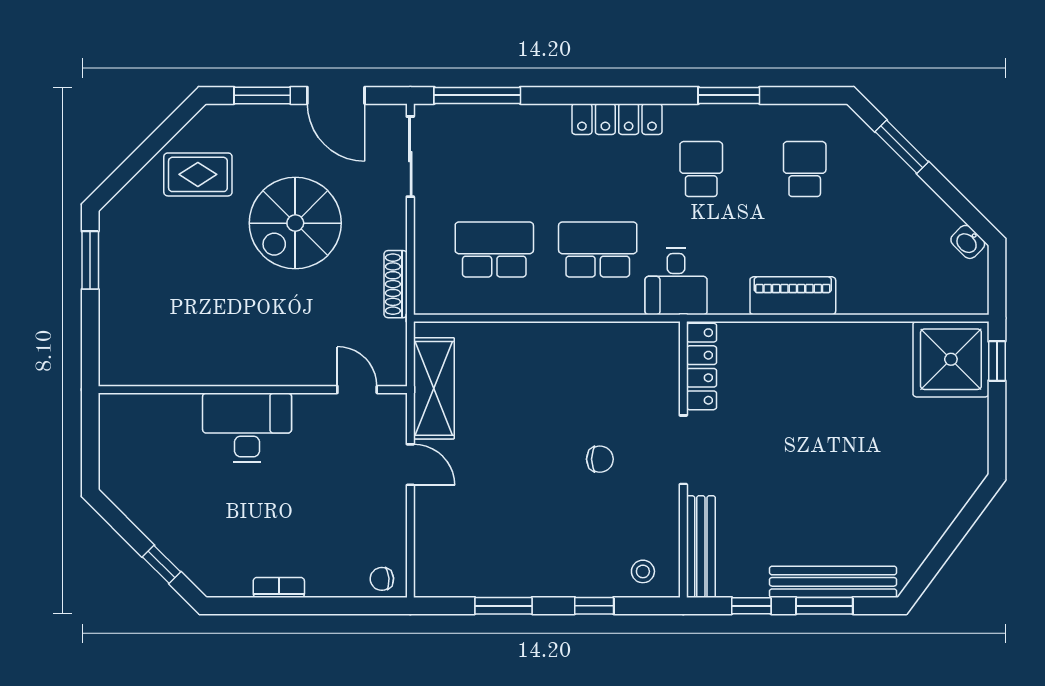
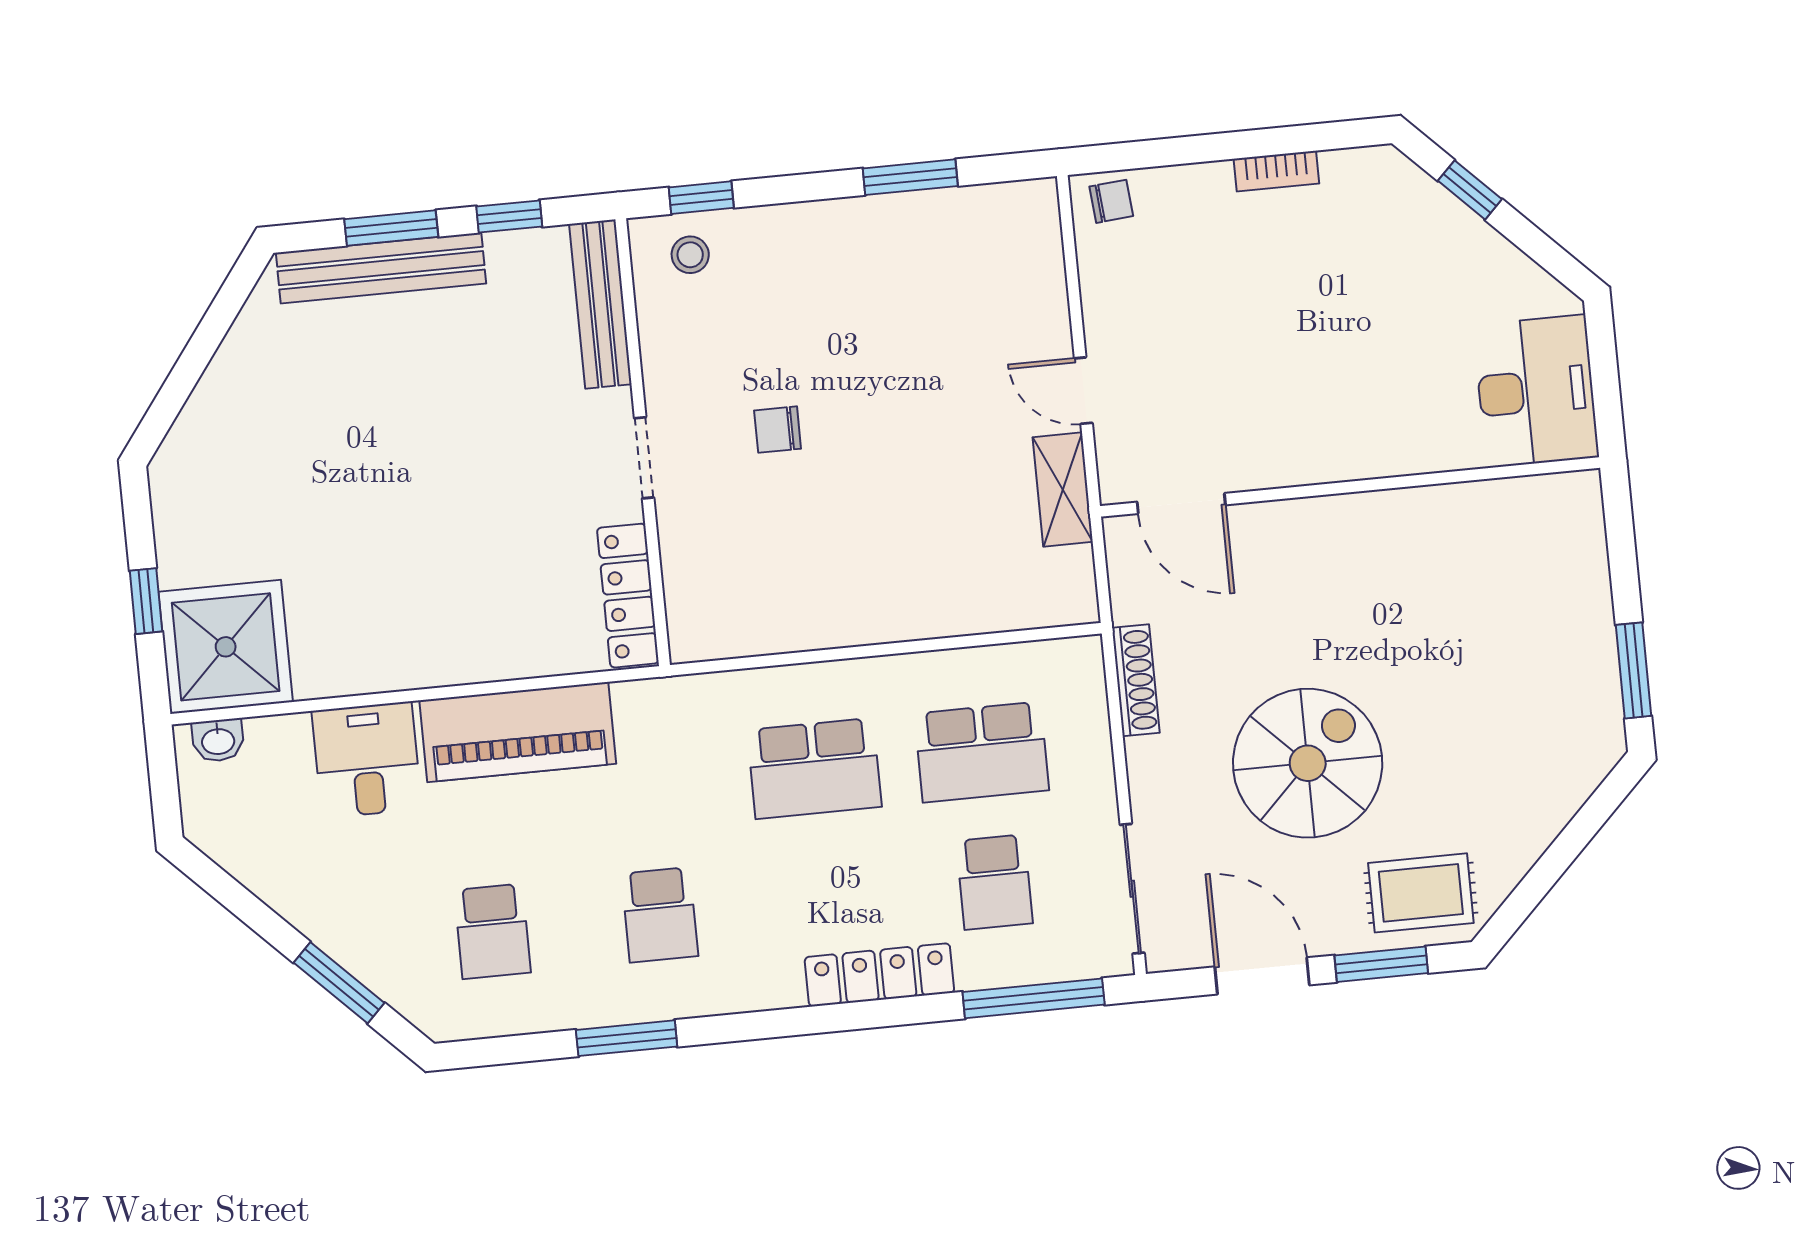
locker: (617, 119) -> (879, 975), moved
school desk: (494, 169) -> (994, 882), added
rug: (198, 174) -> (1421, 893), moved
washbasin: (968, 242) -> (218, 740), moved, turned 135
desk: (676, 282) -> (367, 760), moved
piano: (793, 296) -> (518, 732), width x1.37, depth x1.33
window: (997, 361) -> (146, 601), moved
shelving: (434, 388) -> (1063, 489), width x0.67, depth x0.75
door: (357, 390) -> (1181, 504), width x1.38
desk: (247, 428) -> (1536, 391), moved, turned -90
doorway: (683, 450) -> (644, 458), width x0.73
window: (594, 606) -> (701, 198), moved

